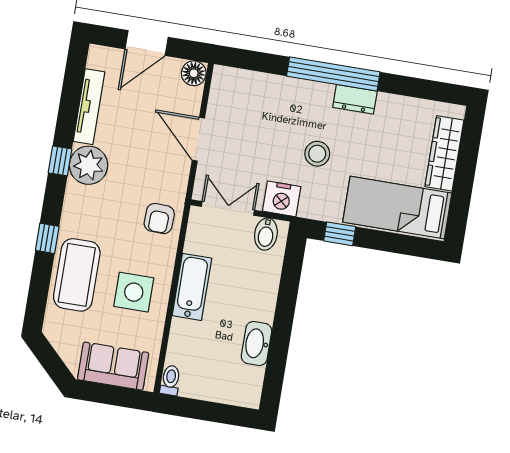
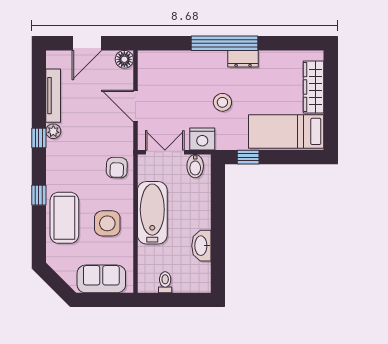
plant: (89, 165) -> (53, 131), width x0.53, depth x0.53
bathtub: (192, 287) -> (152, 213), width x1.36, depth x1.36
toilet: (170, 380) -> (165, 282), moved

